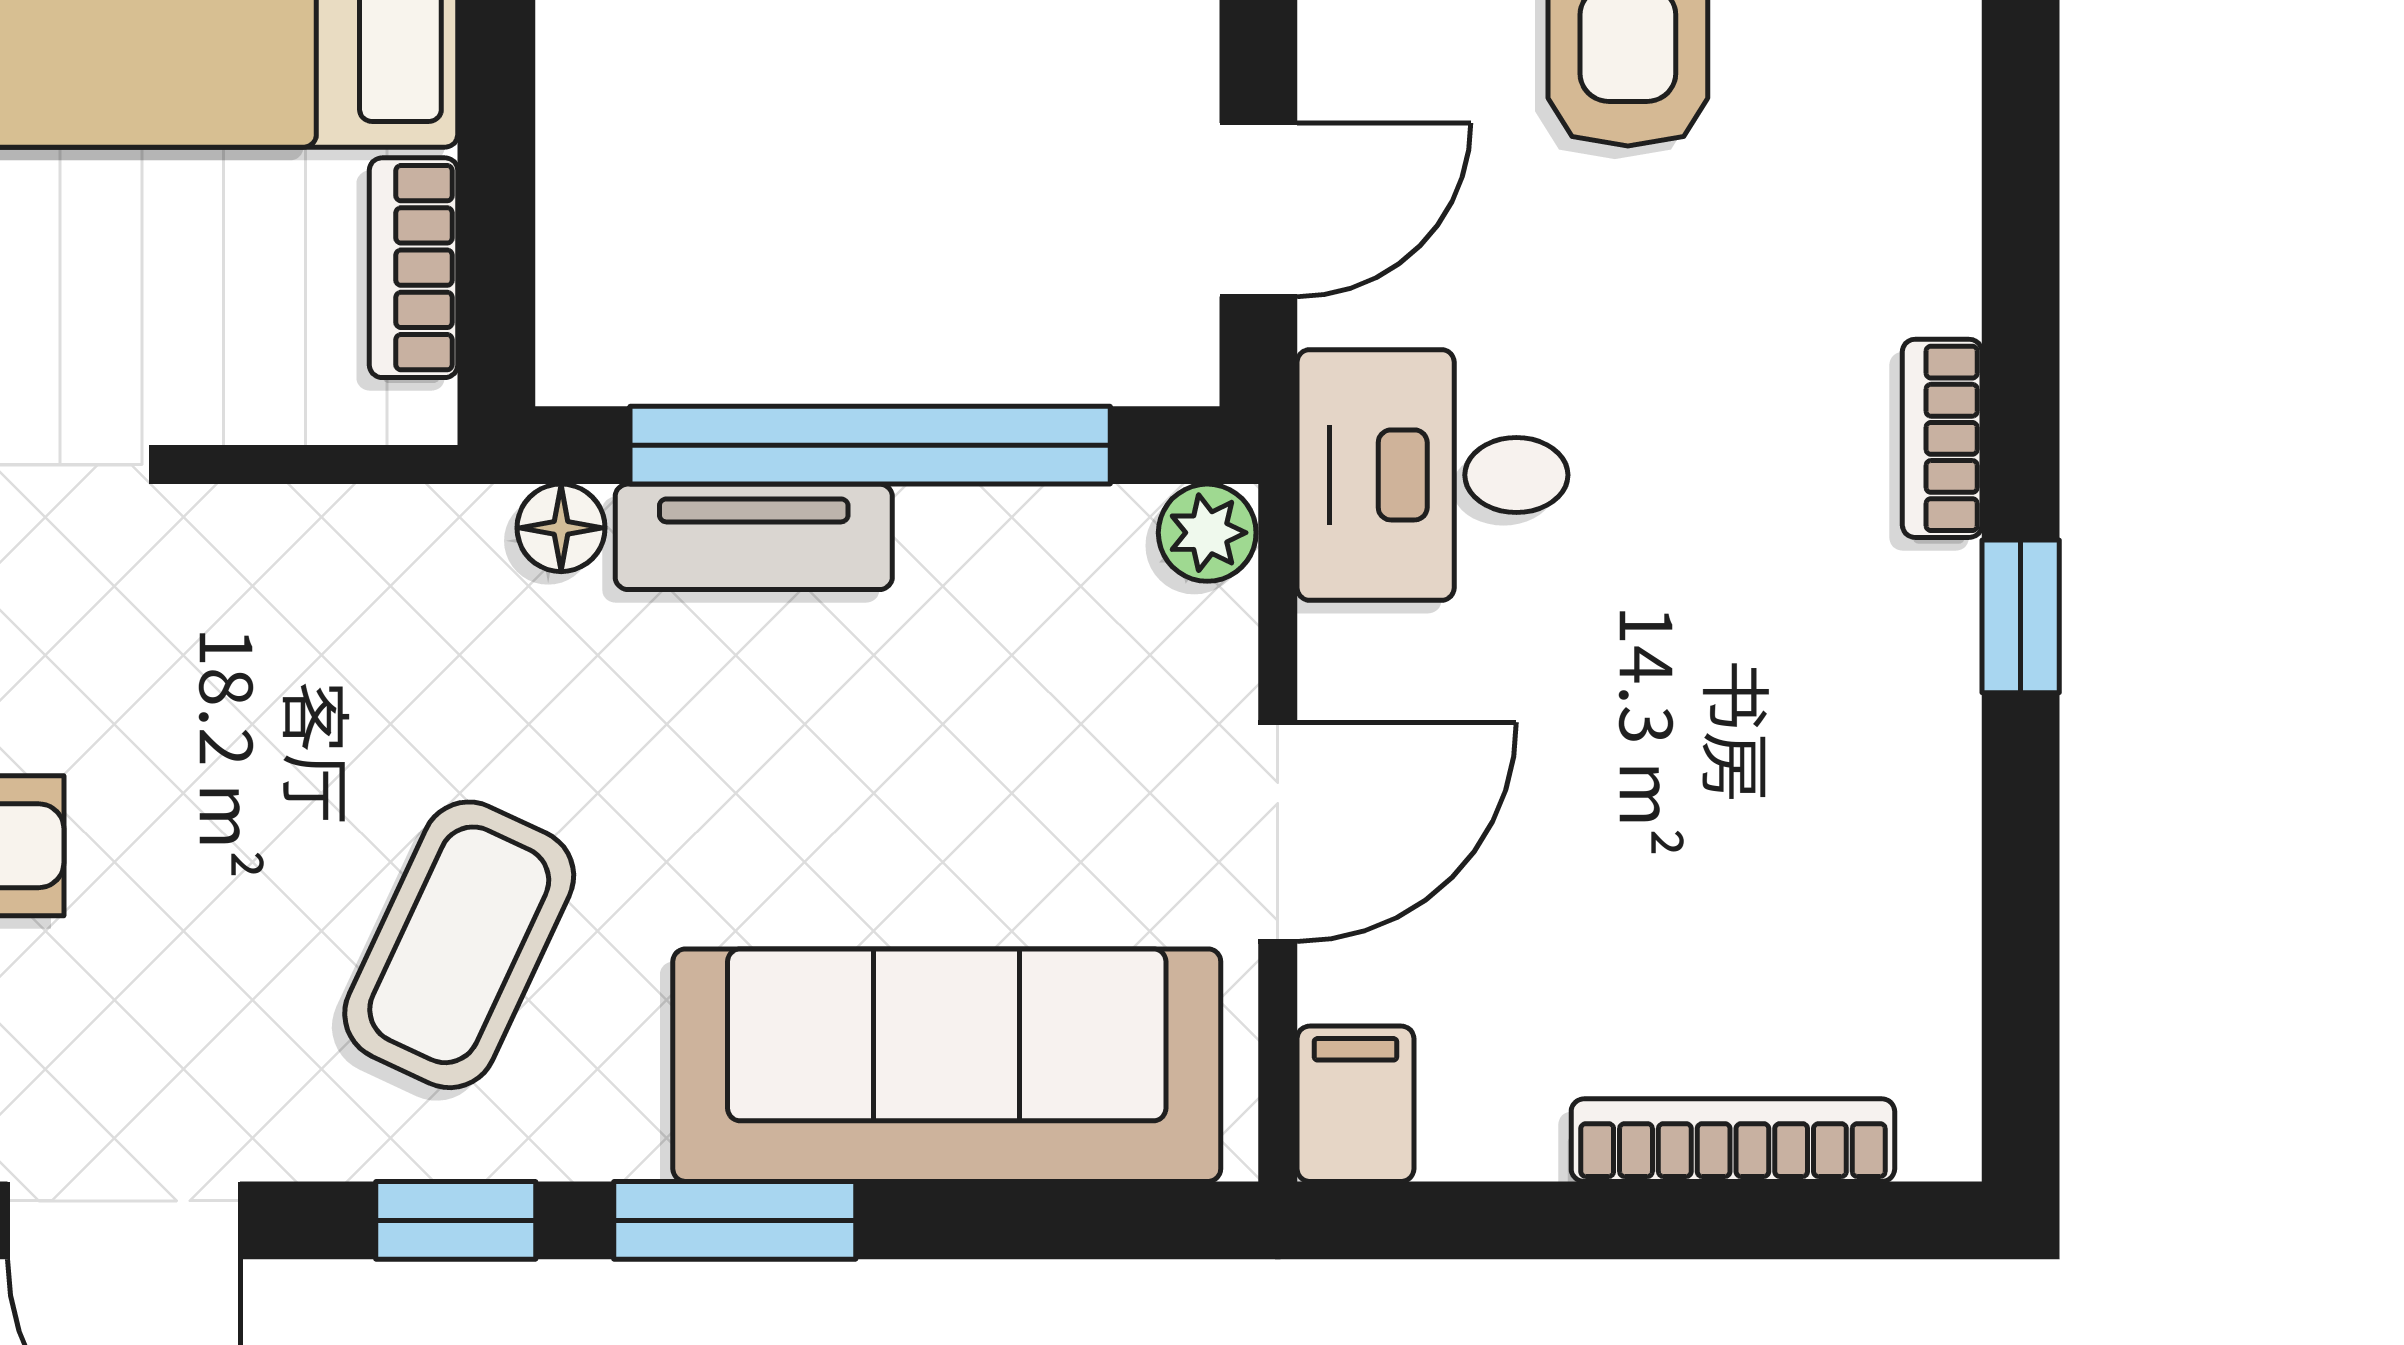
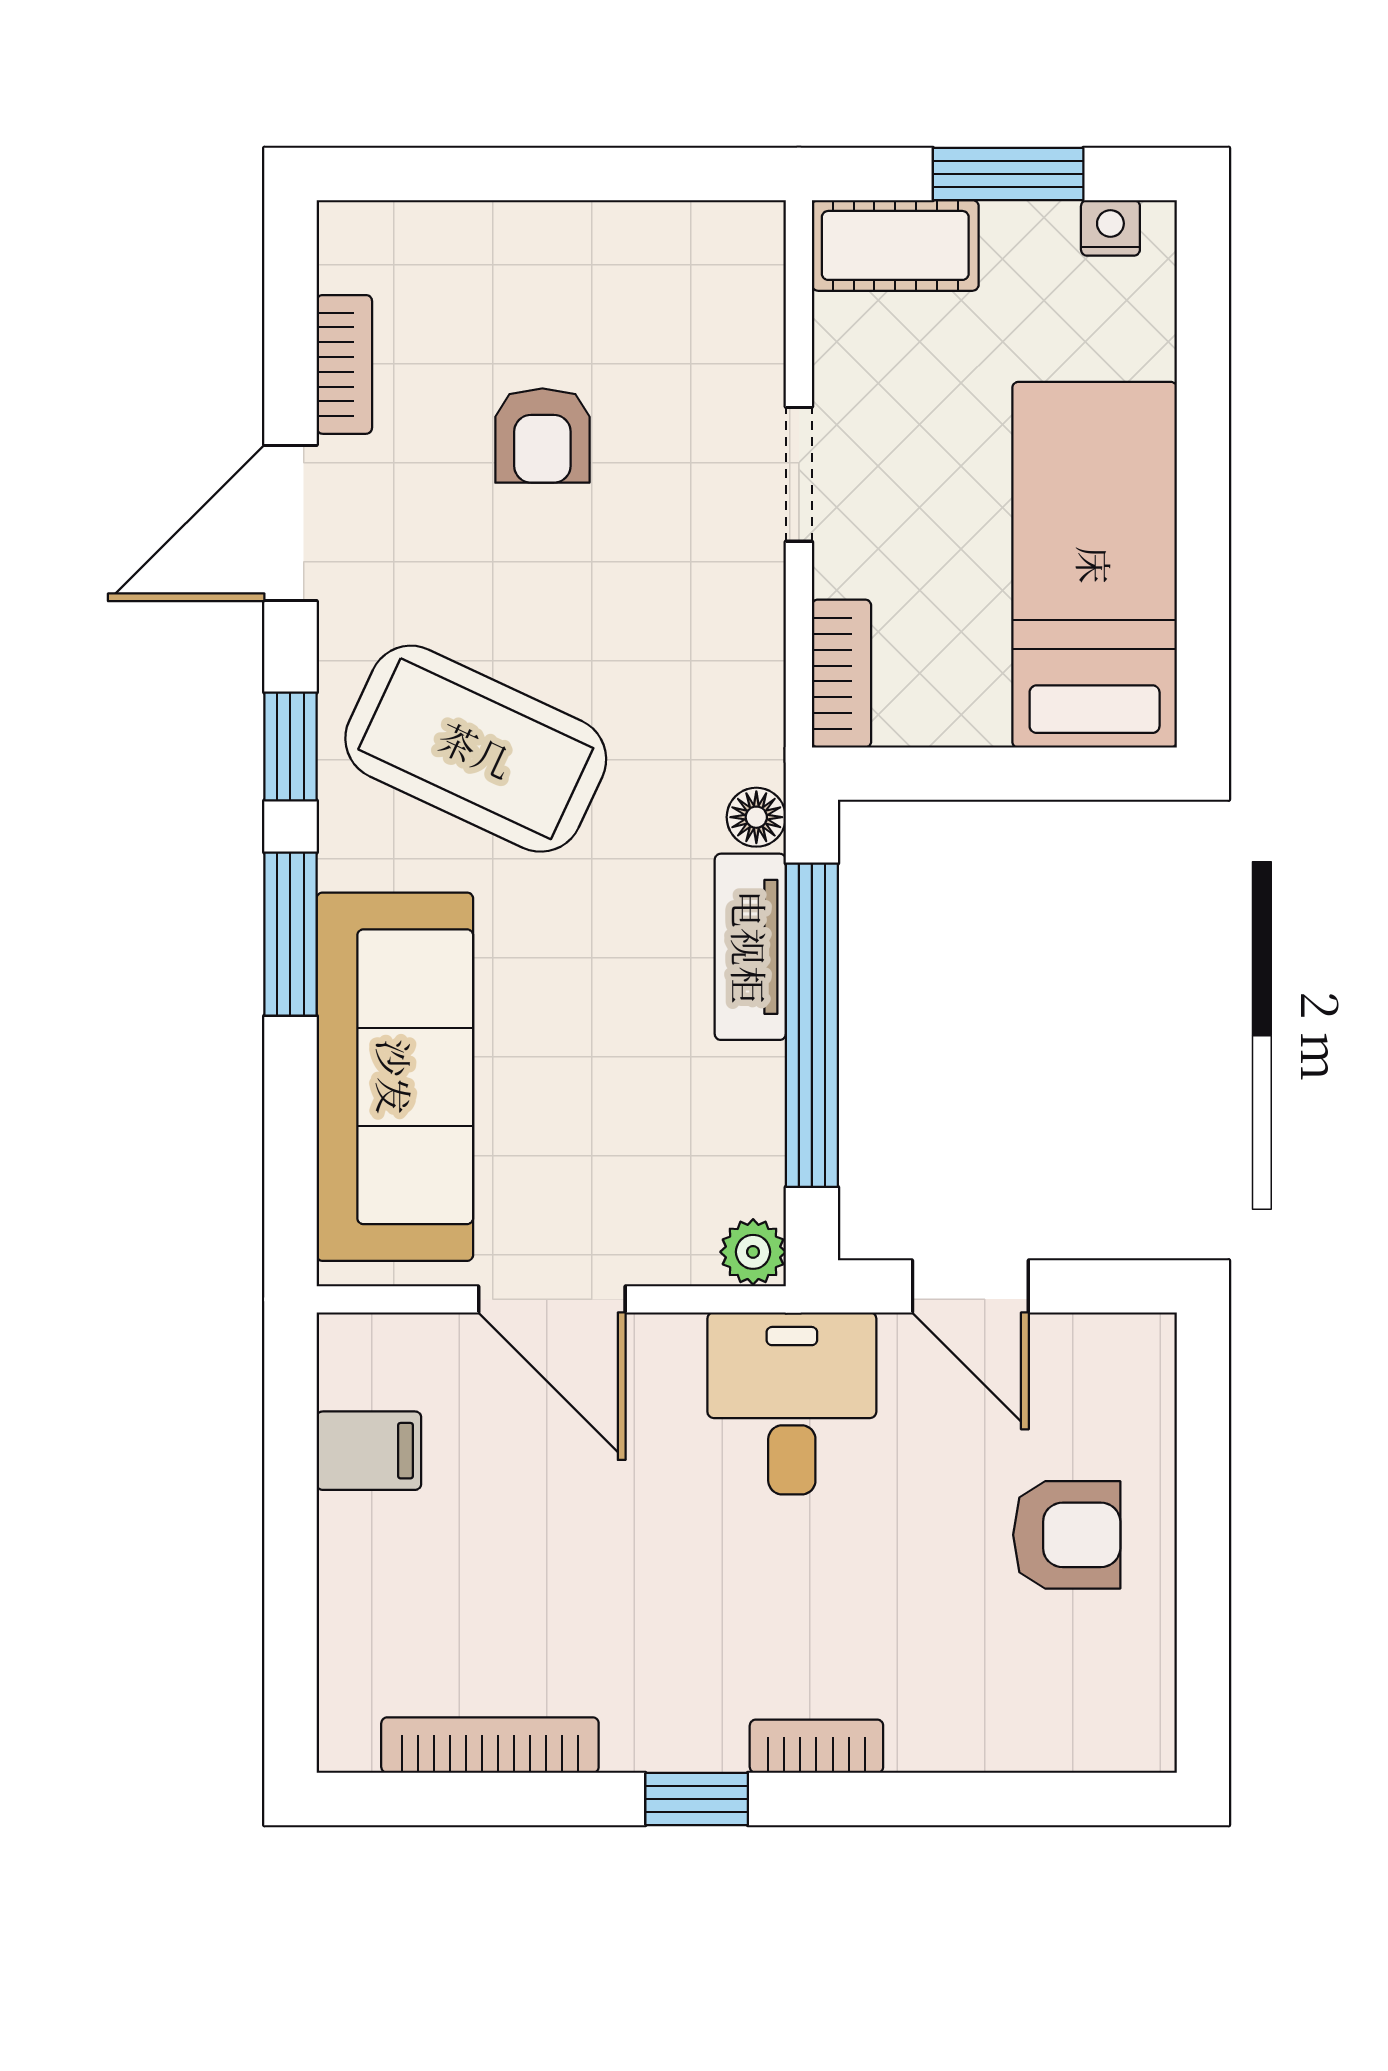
bookcase: (414, 268) -> (841, 674), moved, turned 90
coffee table: (459, 945) -> (476, 749), width x1.36, depth x1.32
filing cabinet: (1355, 1104) -> (369, 1451), moved
bookcase: (1733, 1140) -> (490, 1745), moved, turned -90

